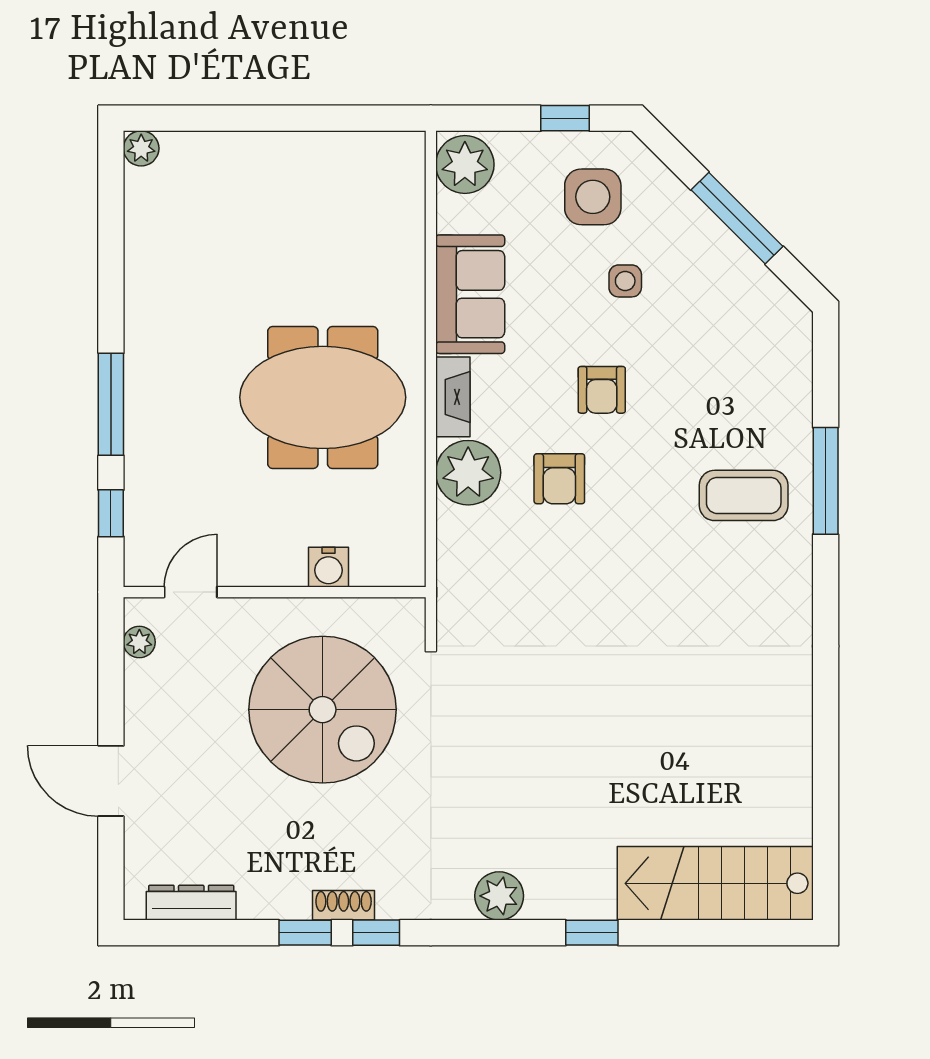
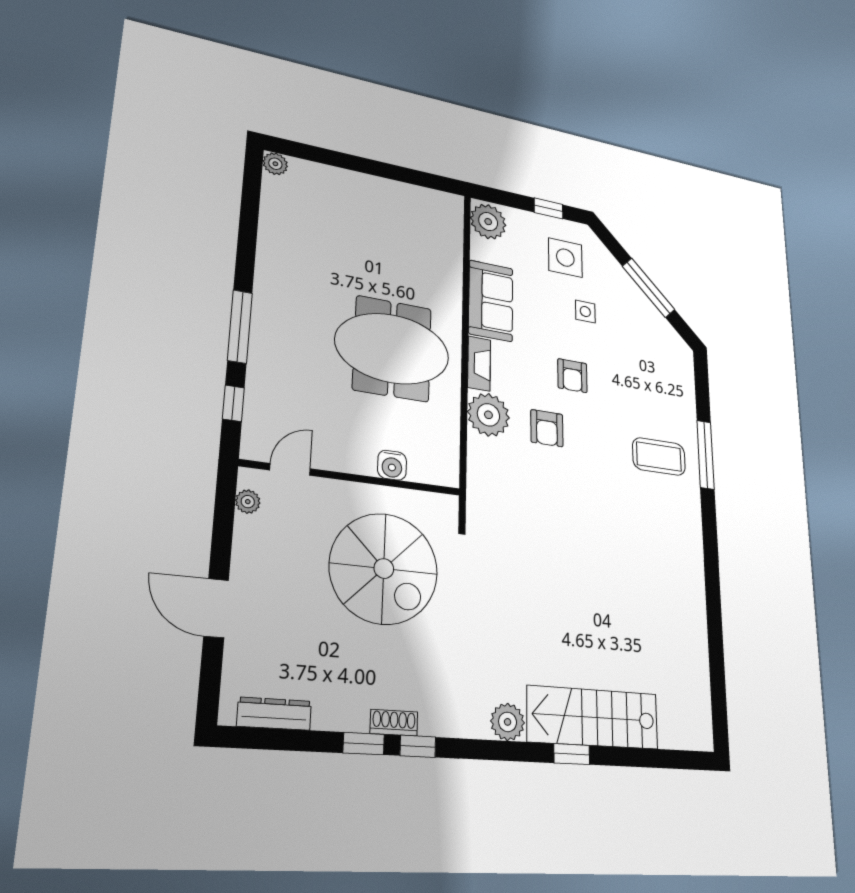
stairs: (715, 883) -> (593, 717), moved

